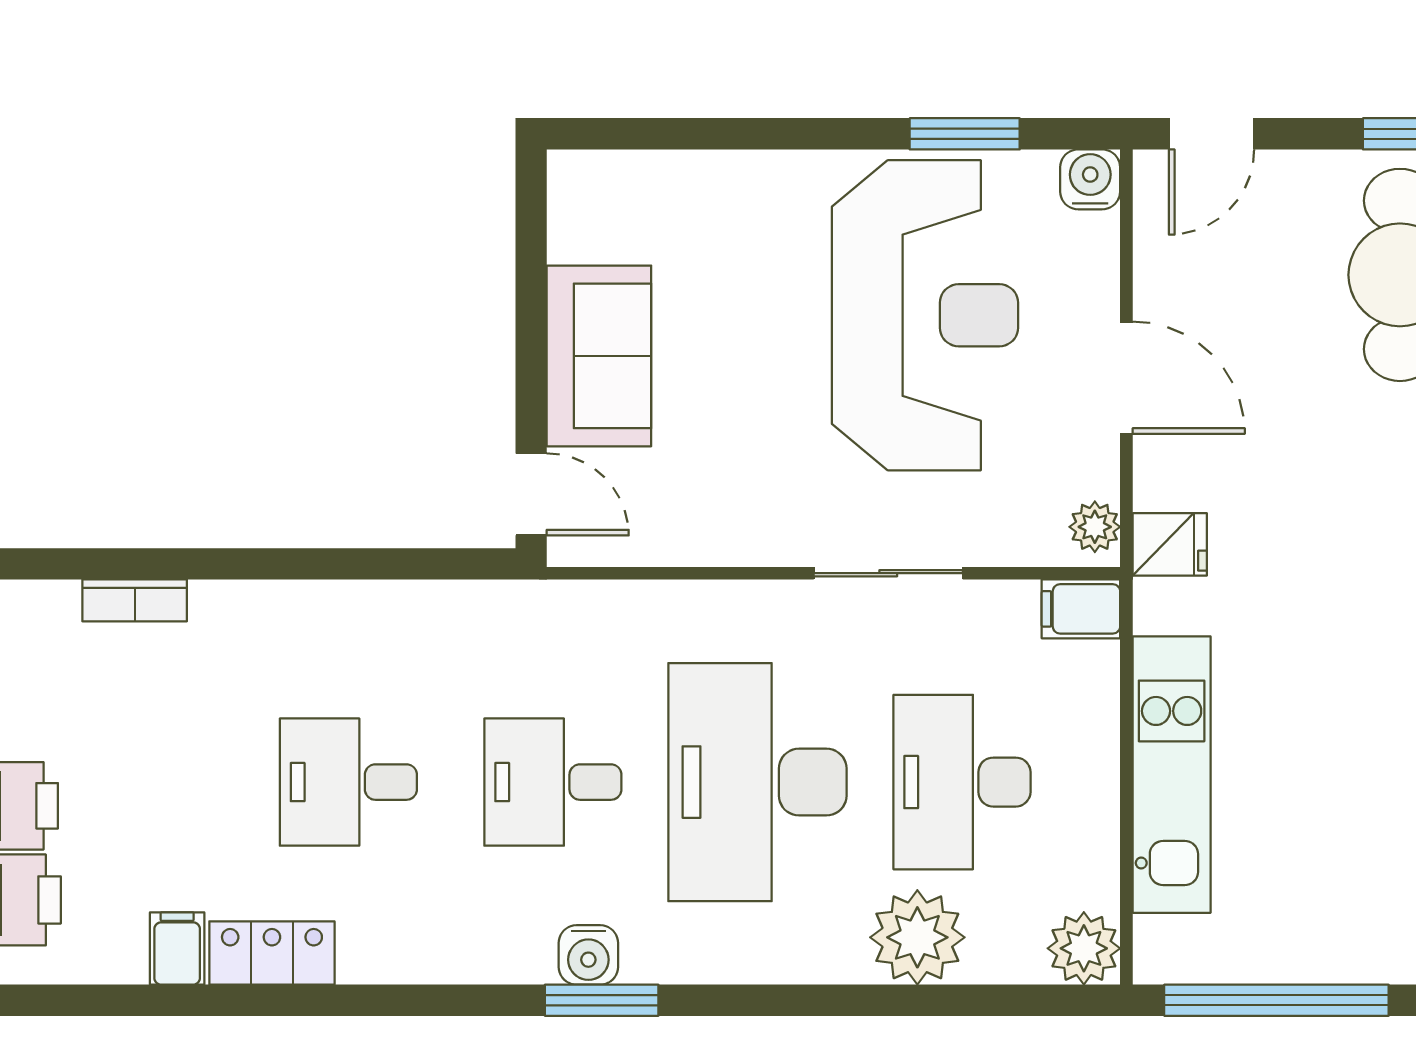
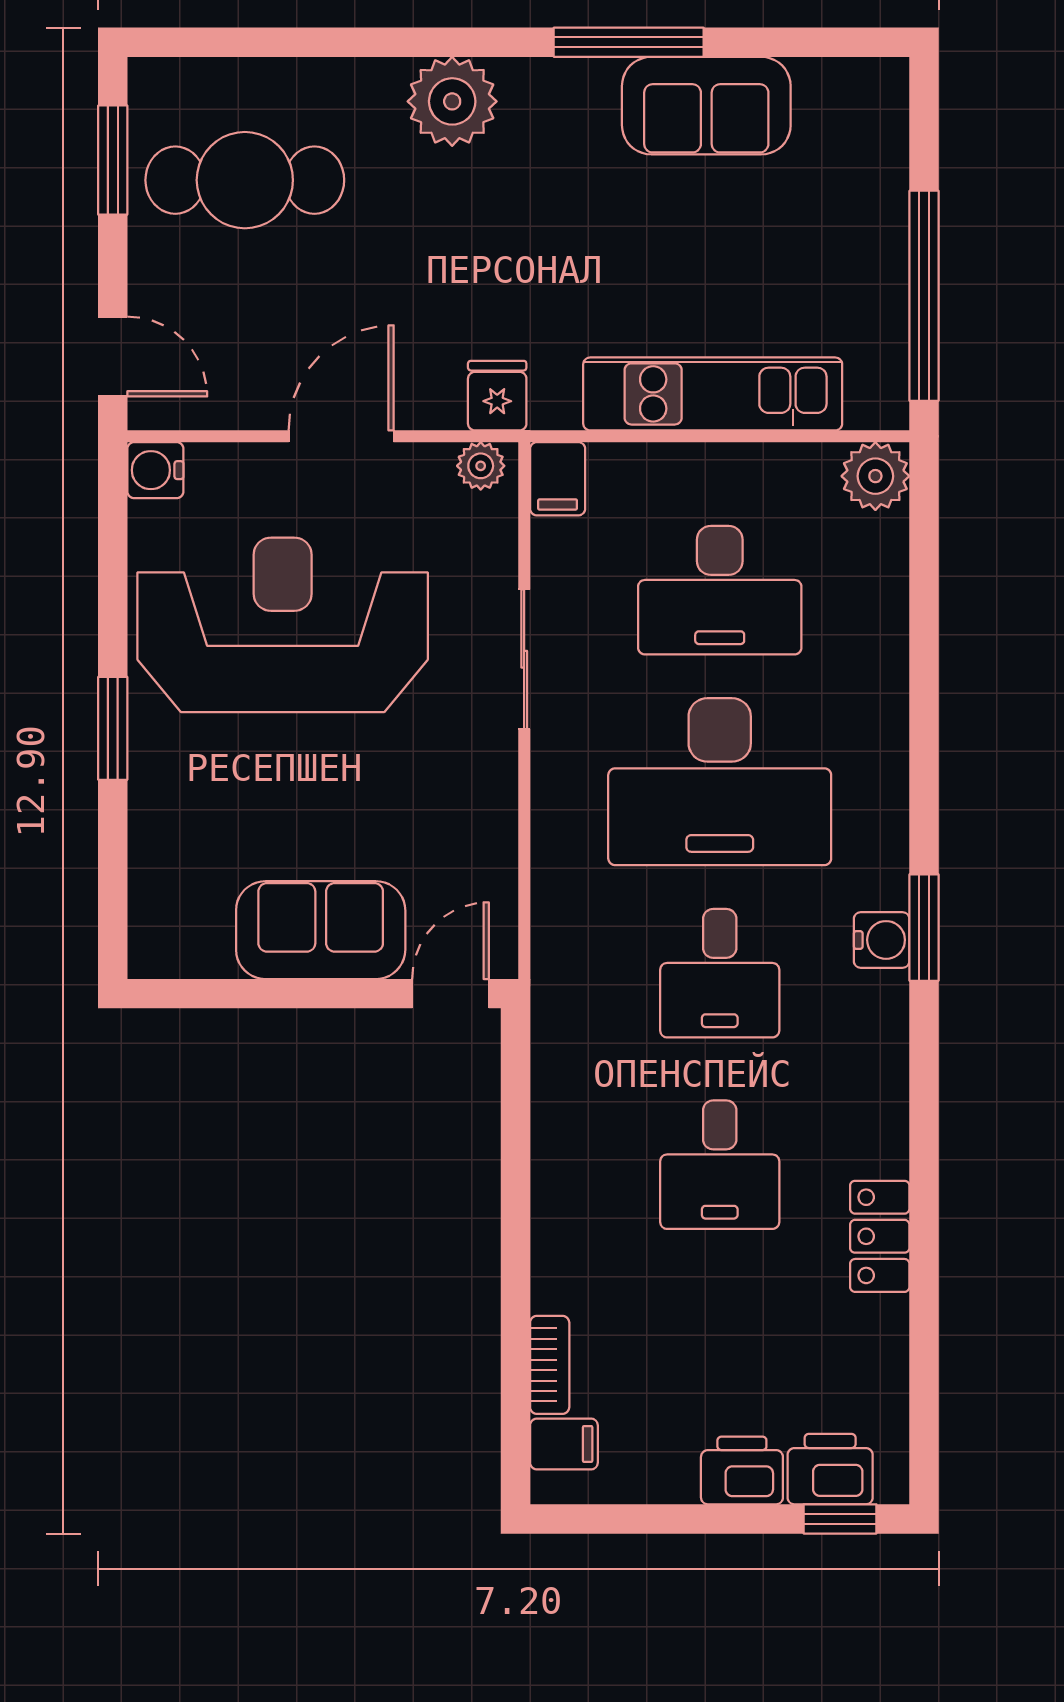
window: (965, 134) -> (113, 728), moved
plant: (917, 937) -> (865, 632), removed
filing cabinet: (177, 948) -> (564, 1444), moved, turned 180

